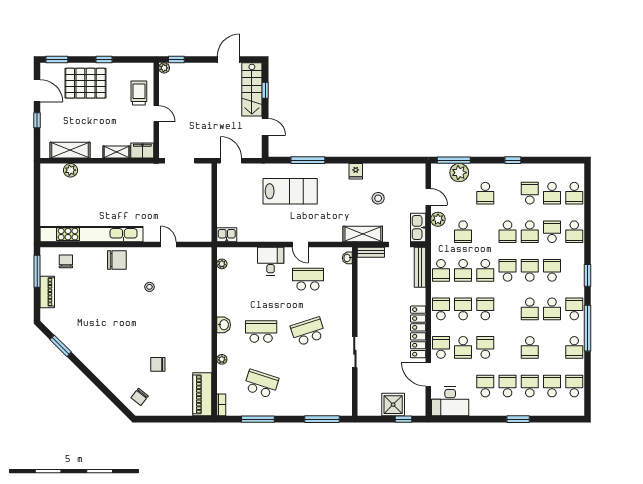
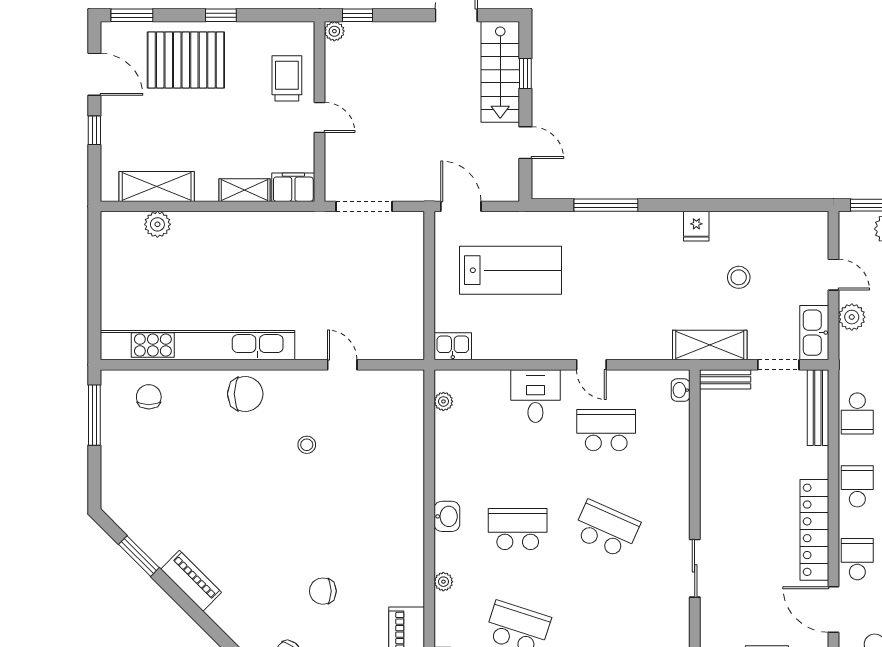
lab bench: (290, 191) -> (510, 270), moved
piano: (47, 292) -> (191, 581), moved, turned -45
school desk: (308, 331) -> (606, 529), turned 42

